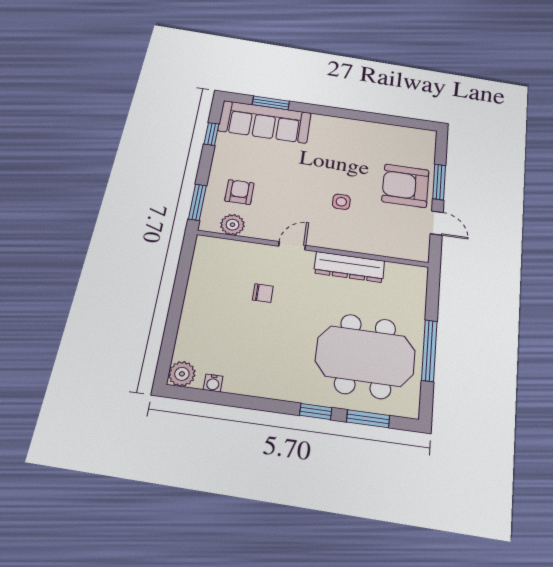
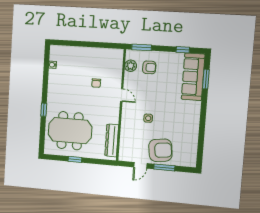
armchair: (405, 186) -> (160, 150), turned 83
dresser: (349, 267) -> (112, 140), moved
window: (429, 350) -> (75, 159), width x0.46
meeting table: (365, 356) -> (70, 131), turned 90
plant: (182, 374) -> (55, 51), removed
window: (368, 419) -> (42, 132), removed

